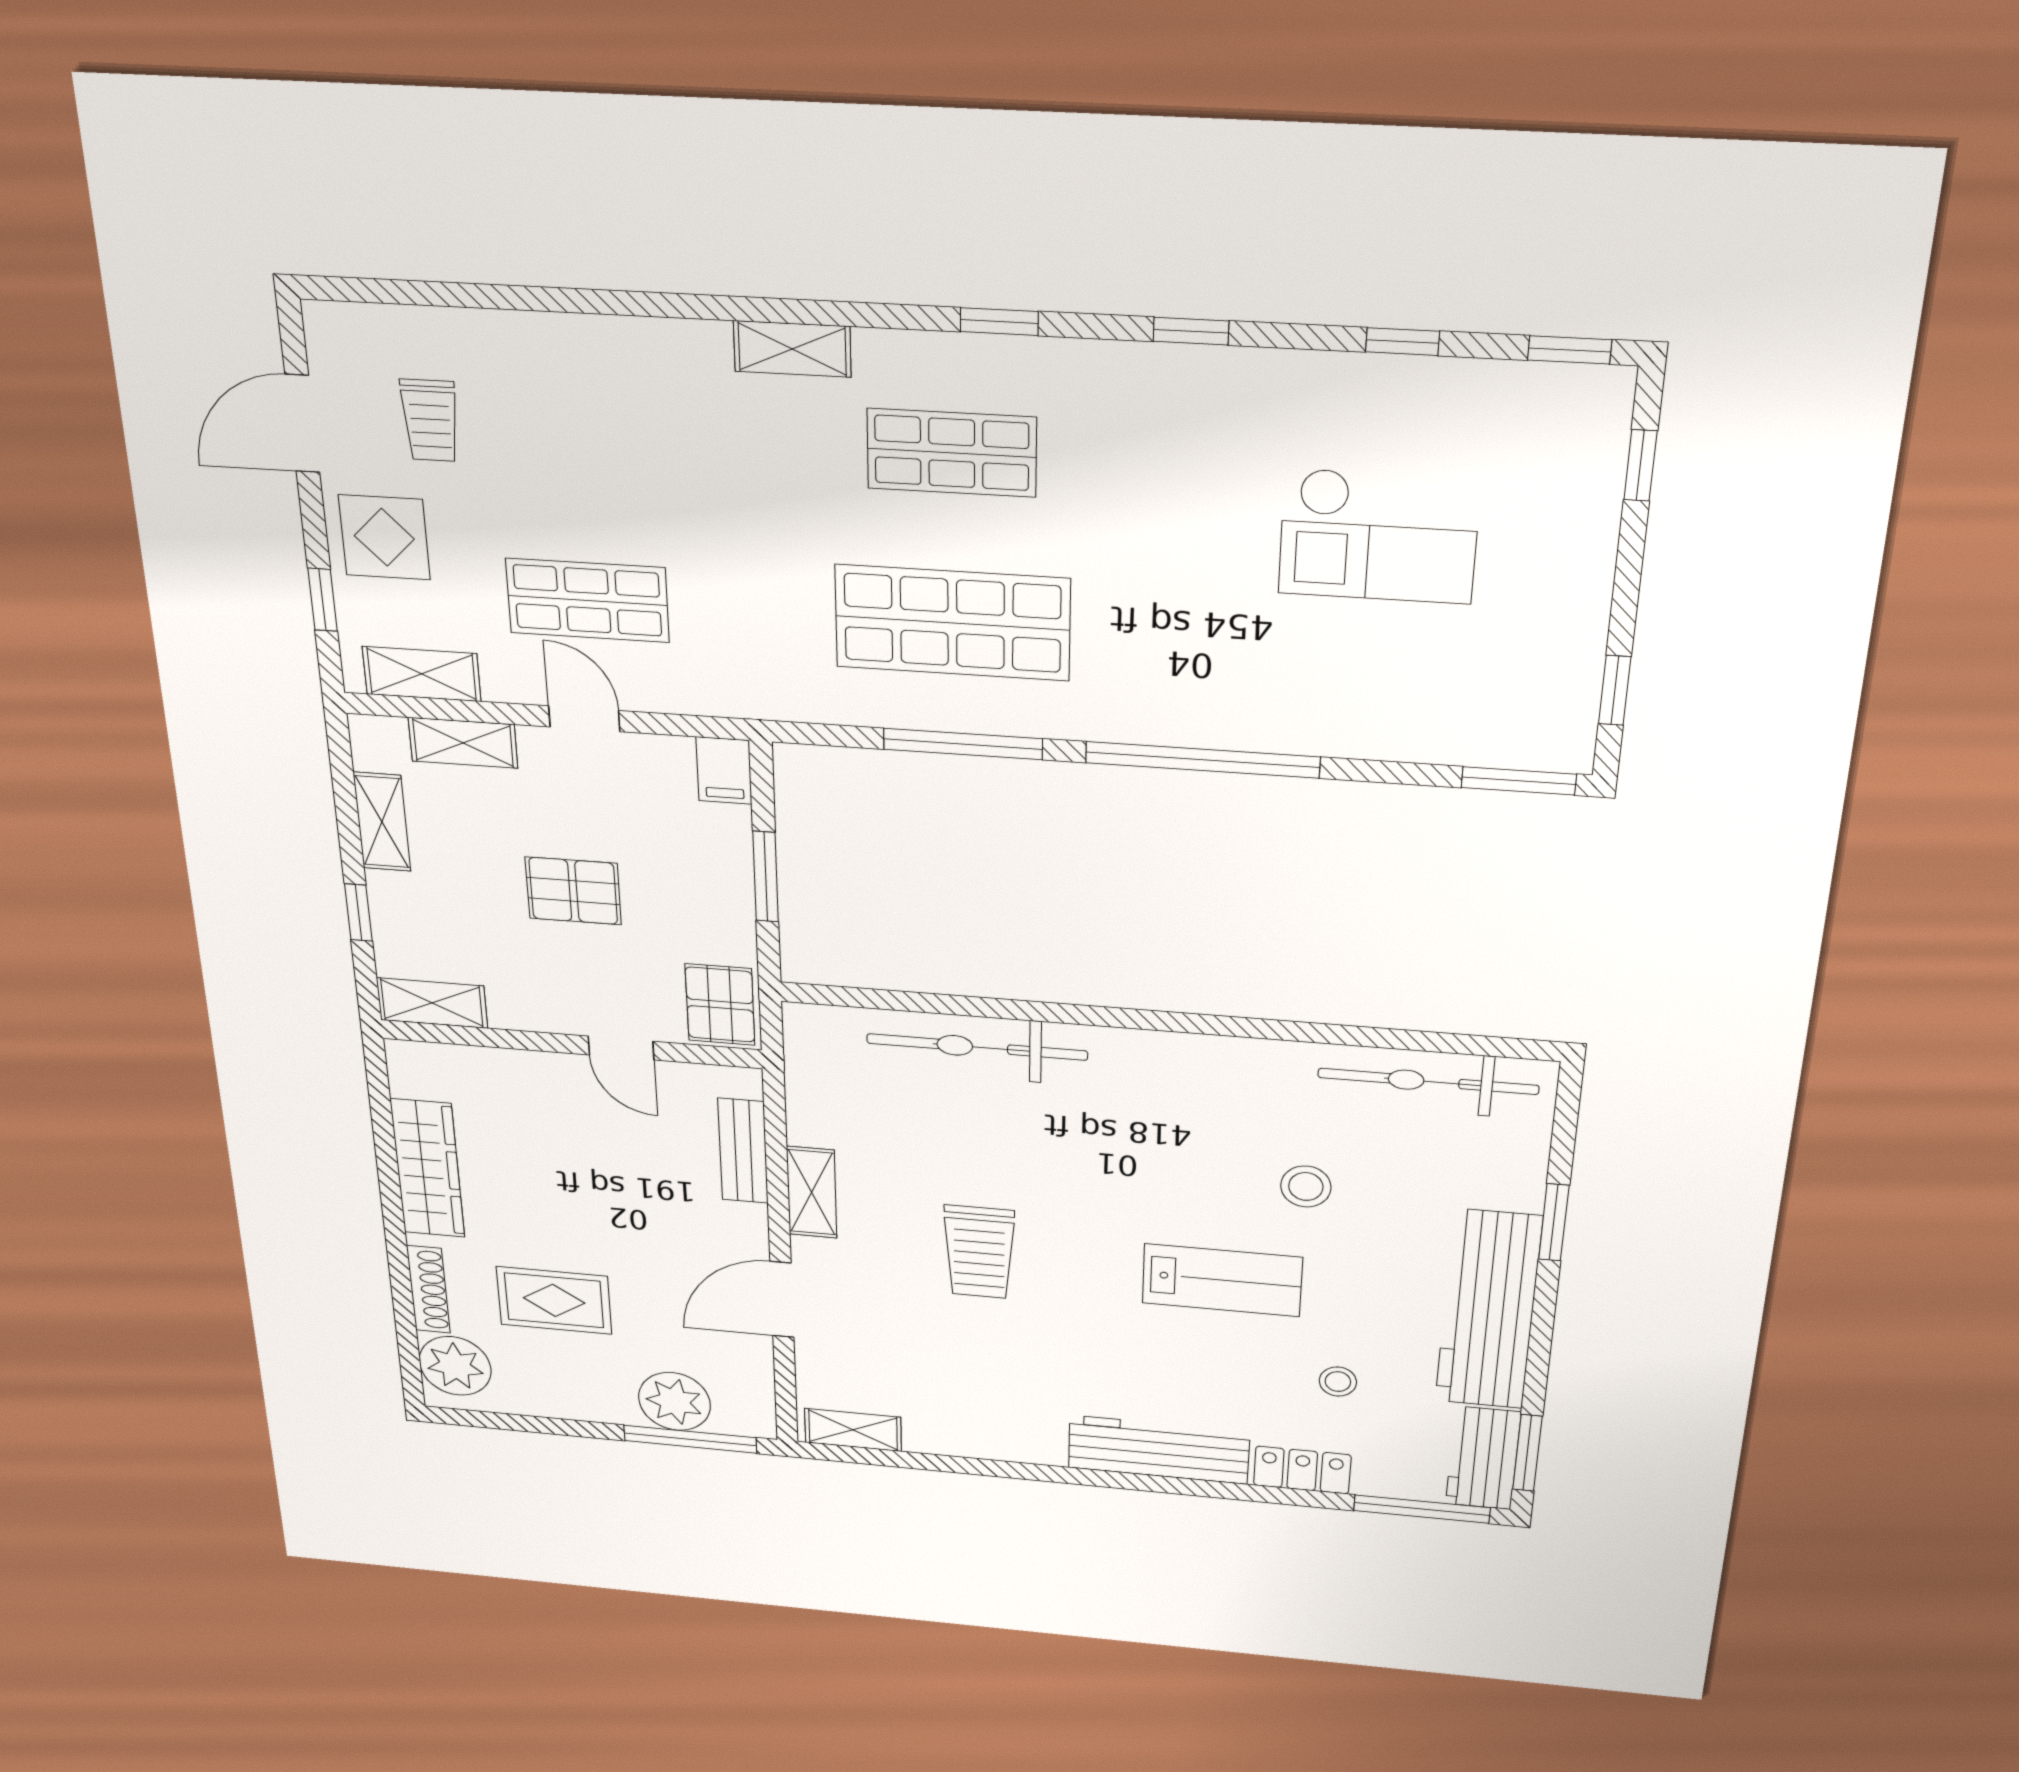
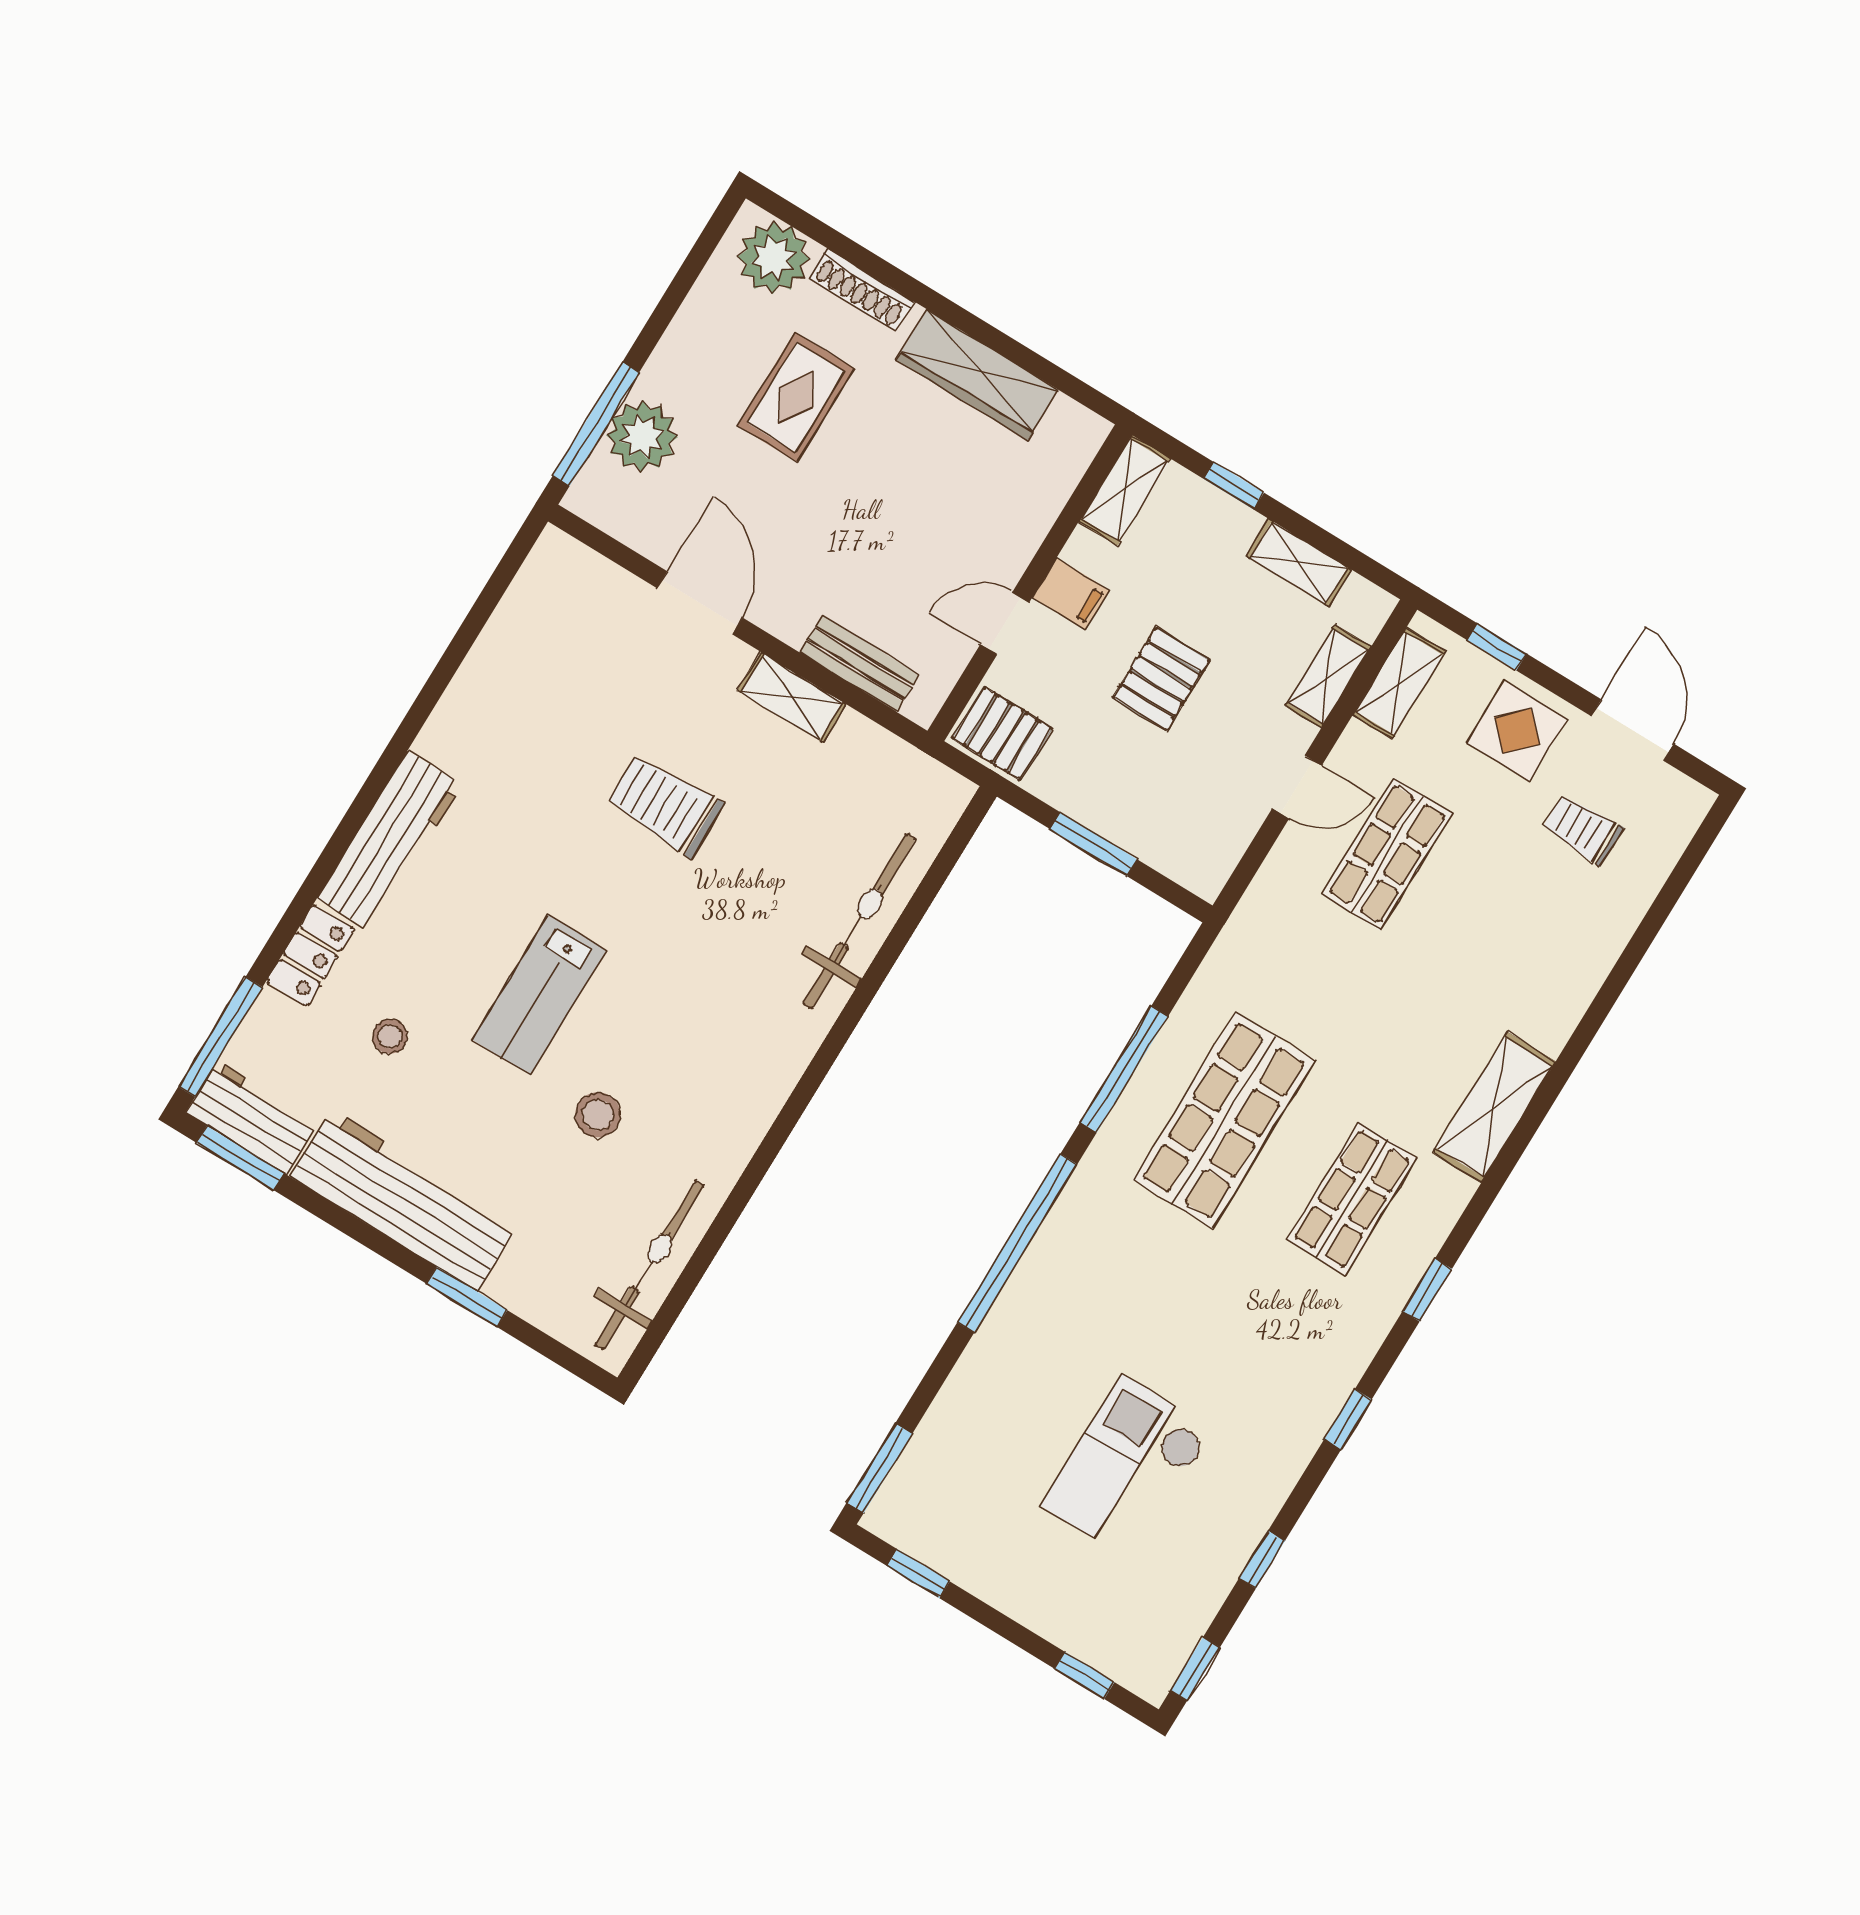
shelving: (792, 349) -> (1494, 1107), width x1.50, depth x1.33
filing cabinet: (724, 771) -> (1071, 594), moved, turned 180
shelving: (853, 1430) -> (537, 580), removed

